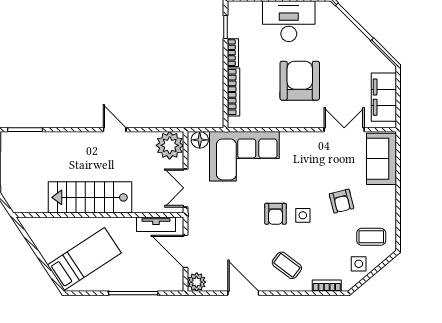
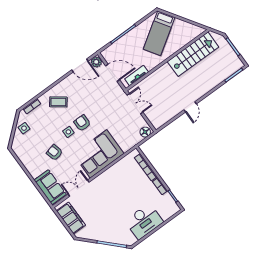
armchair: (300, 81) -> (118, 196), removed
door: (115, 130) -> (190, 107), hinge flipped
double door: (344, 130) -> (79, 188), swing flipped
plant: (170, 145) -> (158, 119), removed
corner sofa: (244, 156) -> (99, 154), moved
stairs: (90, 197) -> (193, 54), moved
coffee table: (371, 237) -> (28, 146), removed
door: (243, 293) -> (80, 66), moved

